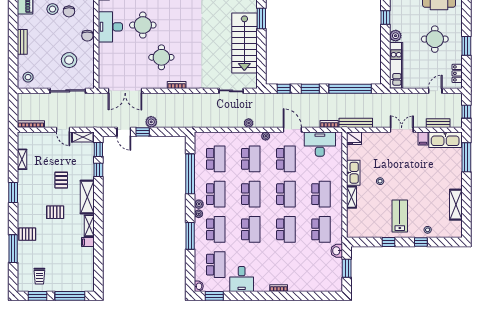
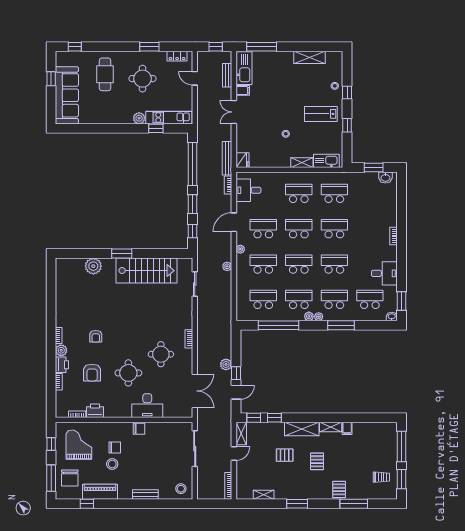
window: (385, 17) -> (156, 128), moved
desk: (110, 27) -> (147, 406), moved
stool: (69, 60) -> (164, 447), removed
desk: (320, 144) -> (248, 190), width x0.73
kitchen sink: (353, 173) -> (326, 161), moved
washbasin: (337, 251) -> (385, 178), moved

